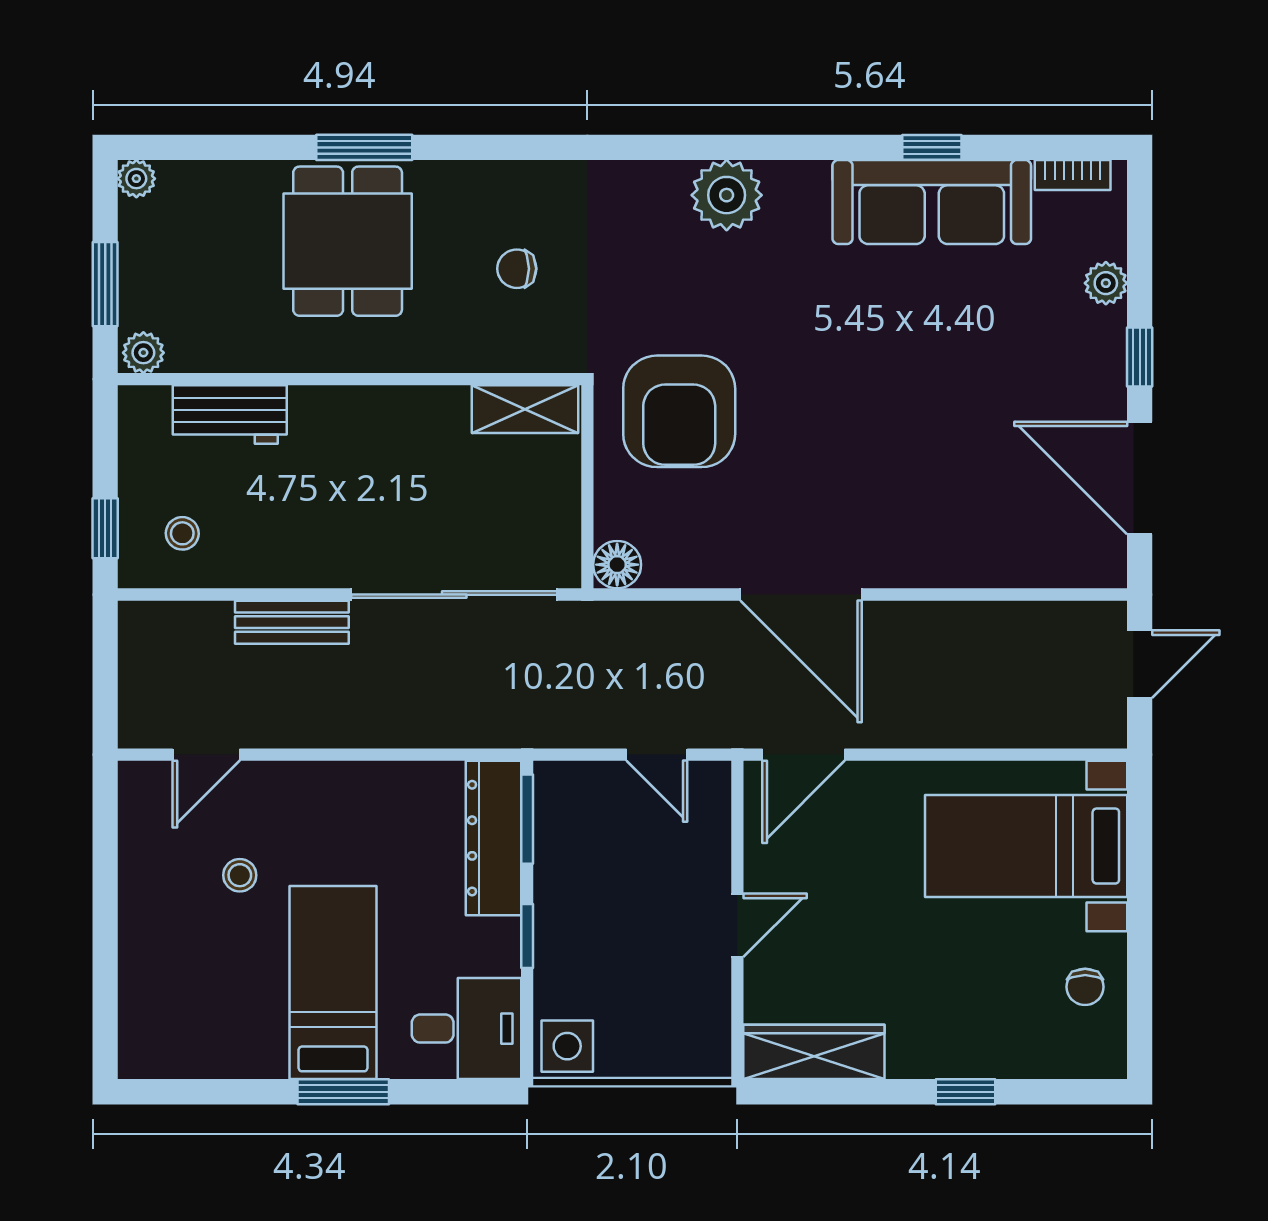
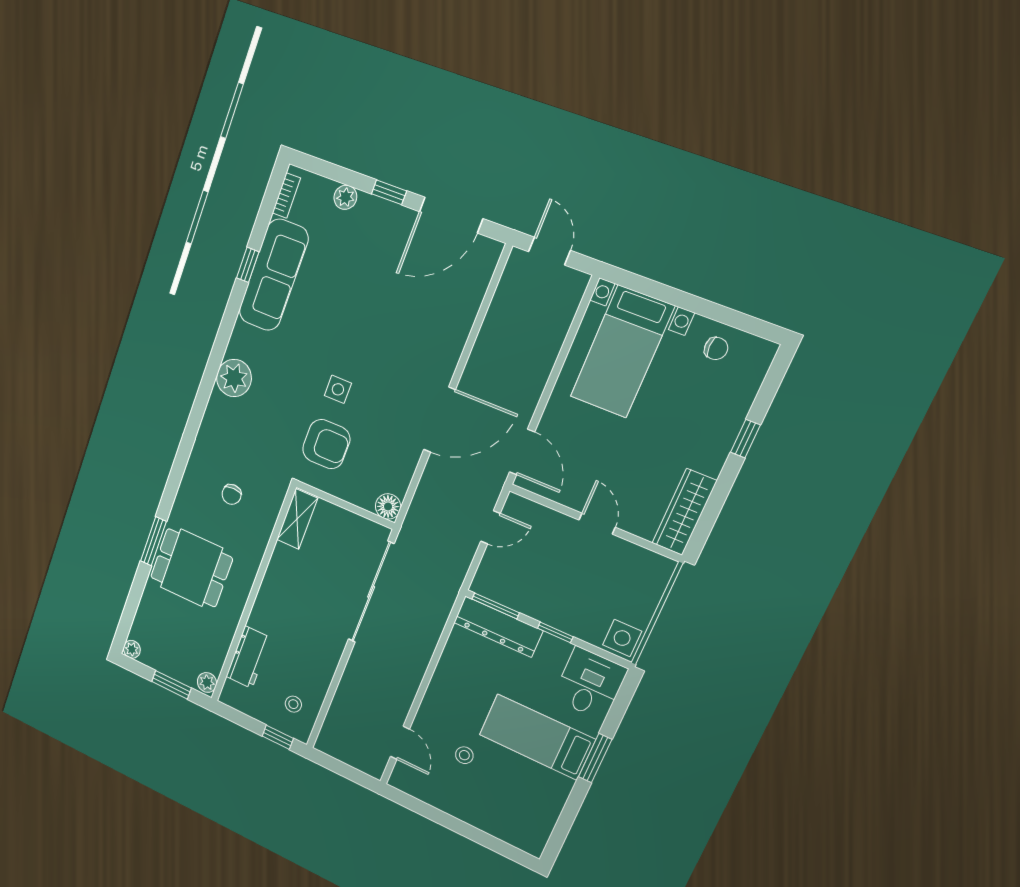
side table: (782, 395) -> (338, 389), added
armchair: (679, 411) -> (326, 444), width x0.73, depth x0.73
bench: (292, 622) -> (354, 674), removed

